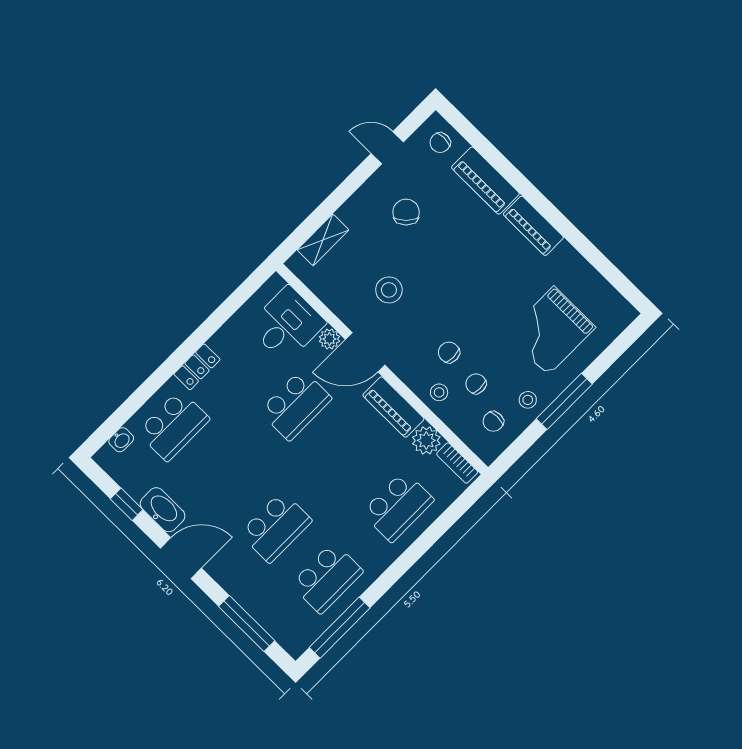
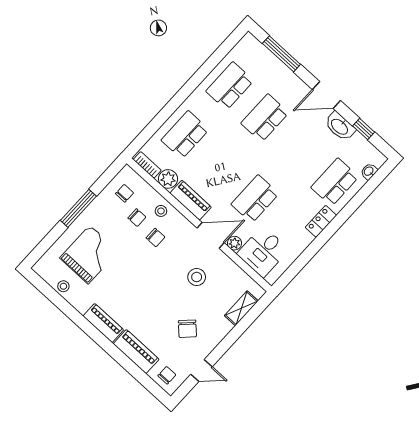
stool: (528, 400) -> (63, 286), moved
window: (340, 628) -> (220, 54), removed

